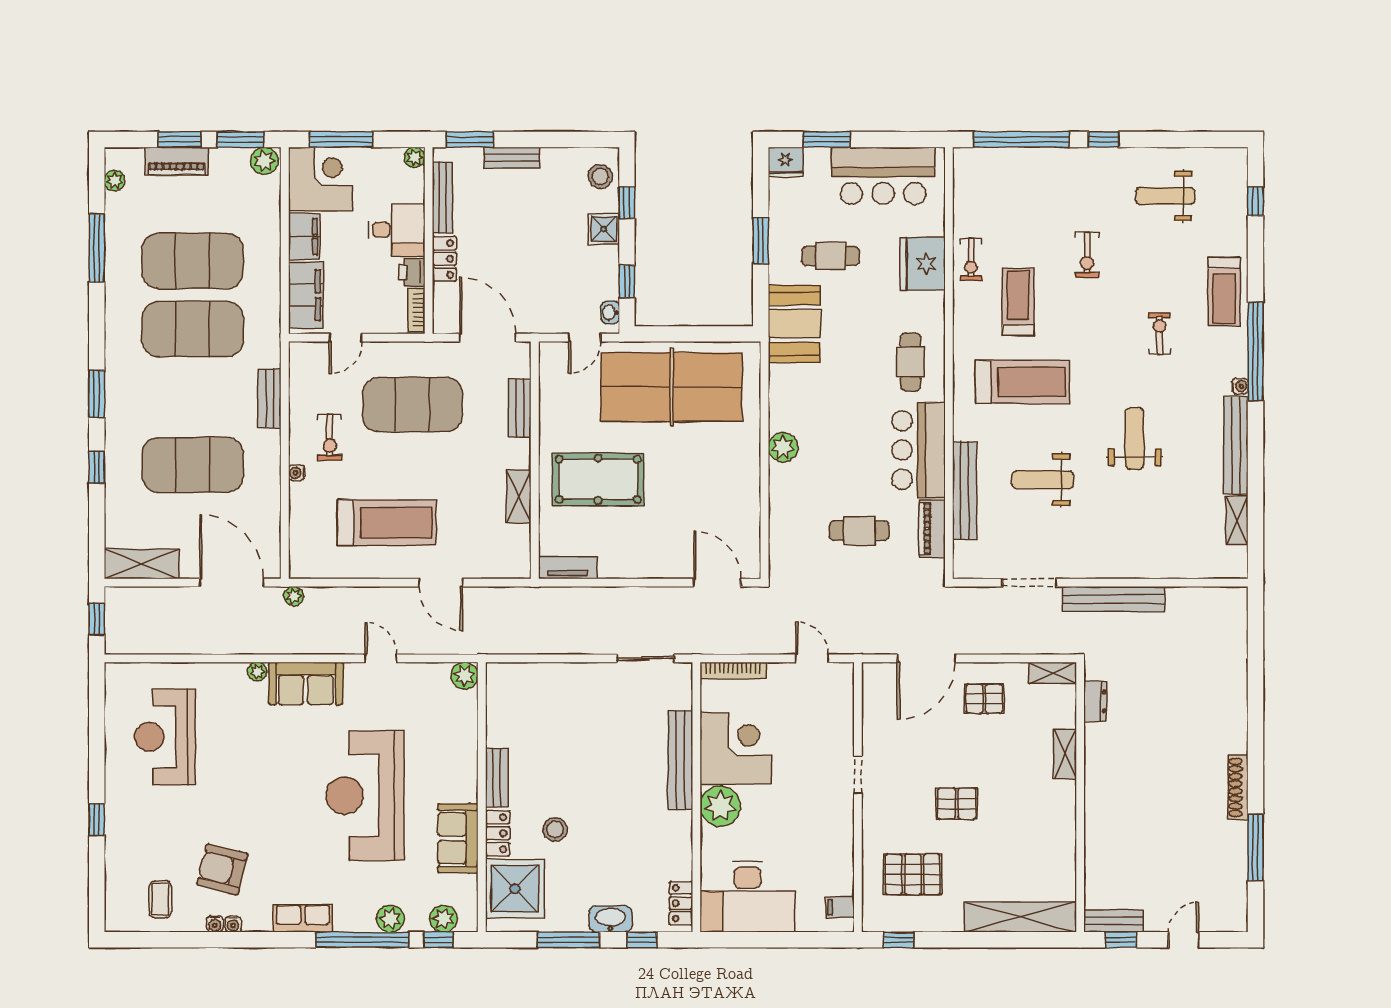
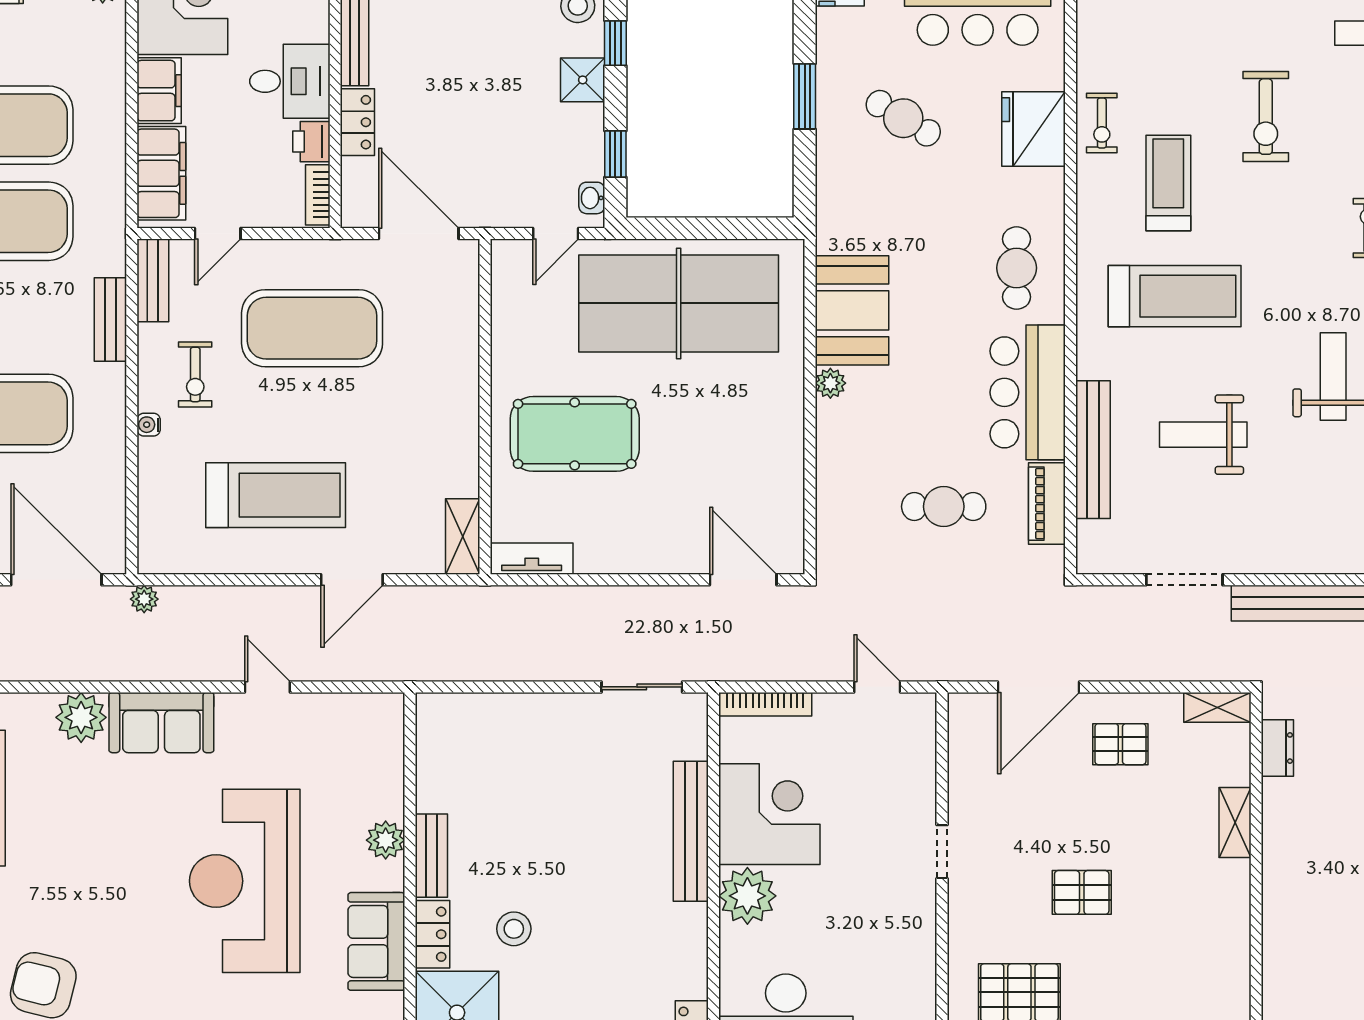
exercise bike: (1087, 255) -> (1266, 117), width x1.38, depth x1.39
cafe table: (831, 256) -> (903, 118), turned 31
booth: (794, 324) -> (852, 310), moved
bench: (520, 408) -> (153, 280), moved
plant: (783, 447) -> (830, 383), width x0.73, depth x0.73
shelving: (519, 496) -> (463, 537), moved
door: (441, 583) -> (352, 580), hinge flipped
plant: (257, 672) -> (81, 717), width x1.88, depth x1.88
plant: (464, 676) -> (386, 840), moved

